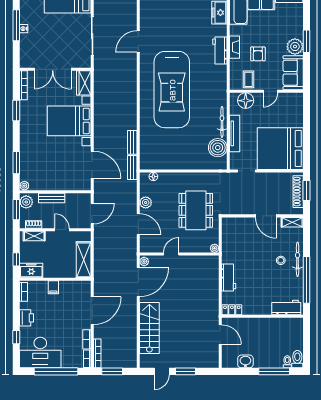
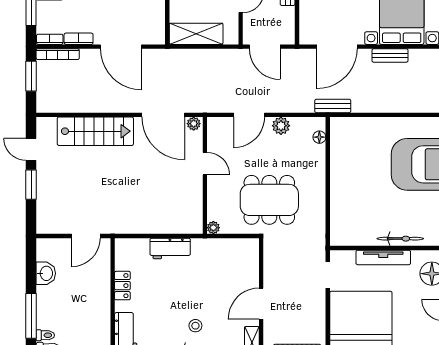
bench: (132, 142) -> (390, 55), moved
boiler: (218, 148) -> (362, 232), removed
locker: (232, 310) -> (122, 286), moved

